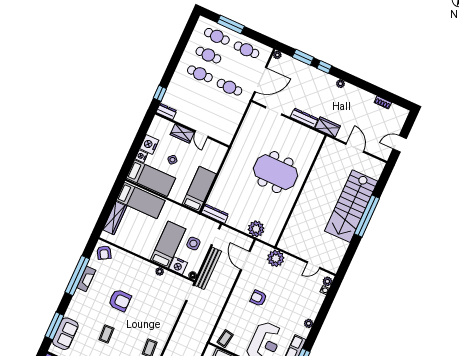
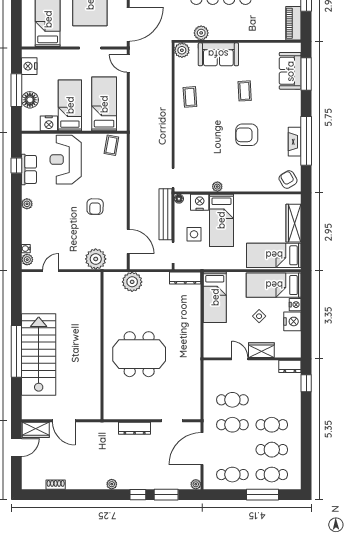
cafe table: (221, 106) -> (232, 400), added
wardrobe: (328, 127) -> (36, 430), moved
armchair: (258, 298) -> (95, 207), turned 91

